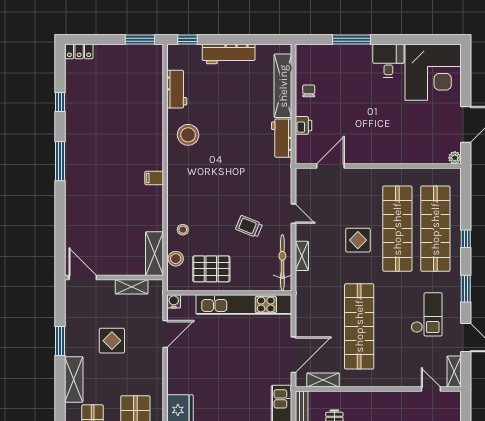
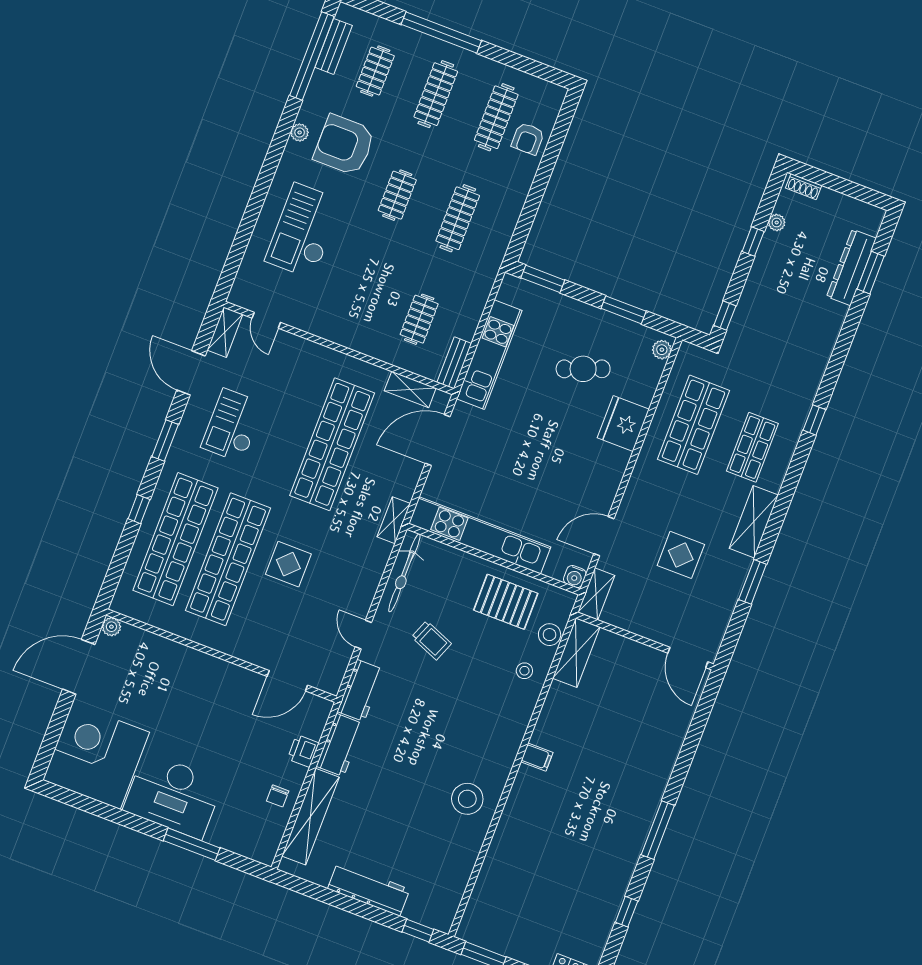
desk: (388, 61) -> (173, 796), width x1.87, depth x1.30
workbench: (177, 89) -> (360, 691), moved, turned 180
shelving: (302, 256) -> (394, 520), moved
shelving: (132, 287) -> (596, 594), moved, turned 90

